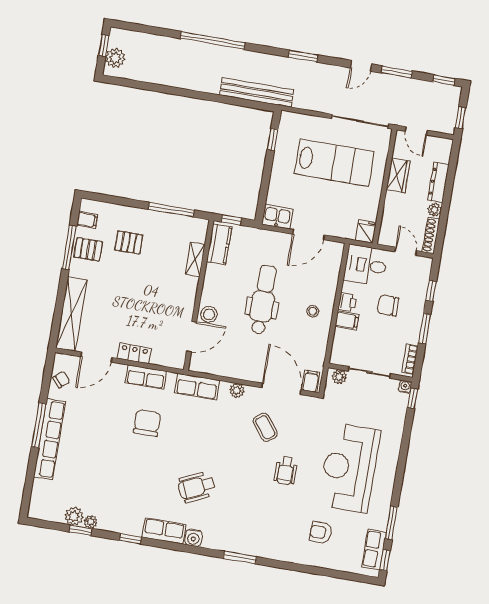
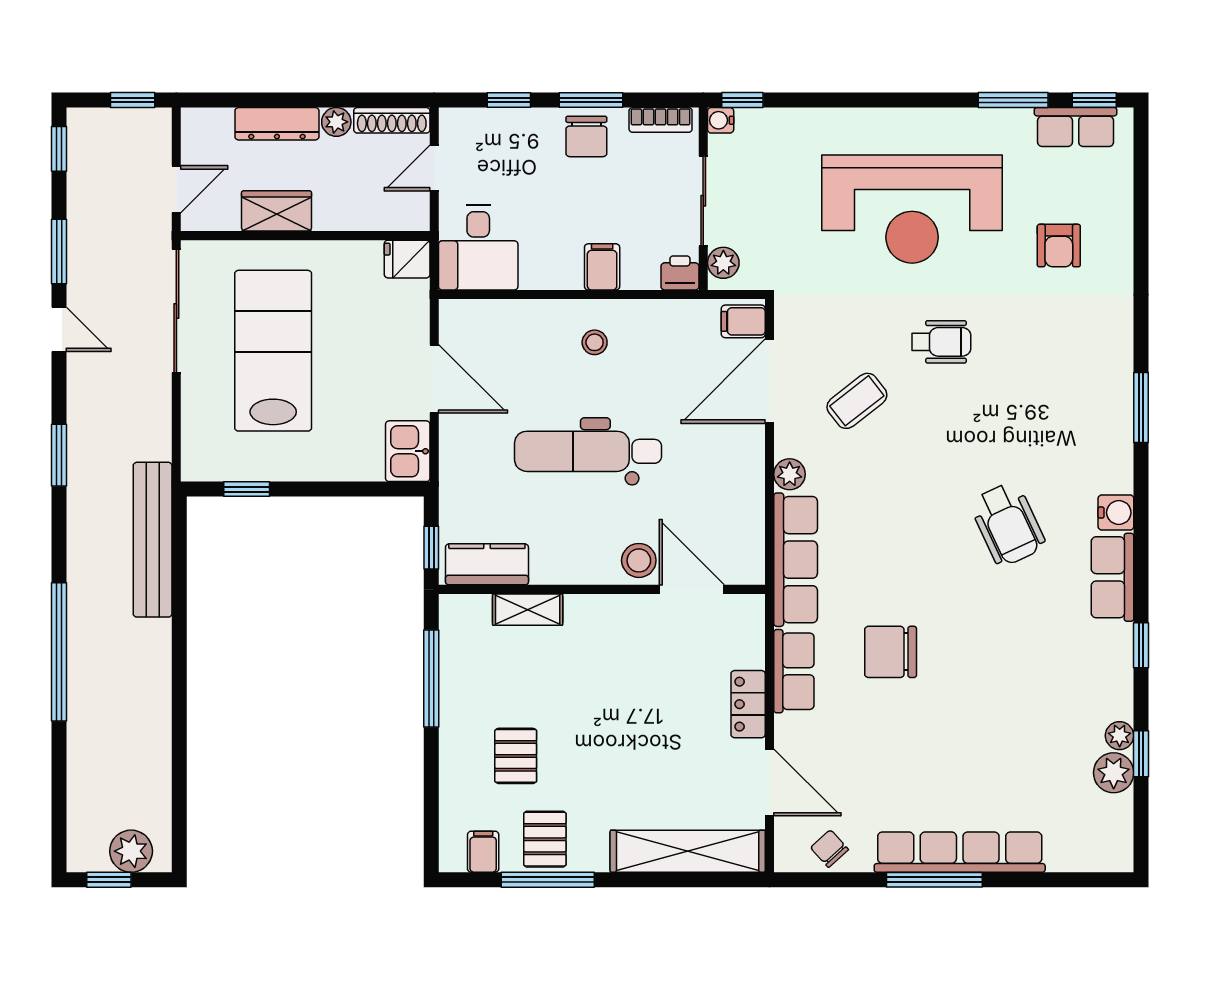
printer: (347, 302) -> (680, 273), moved
chair: (388, 305) -> (586, 136), moved
row of seats: (197, 387) -> (796, 560), width x1.48

